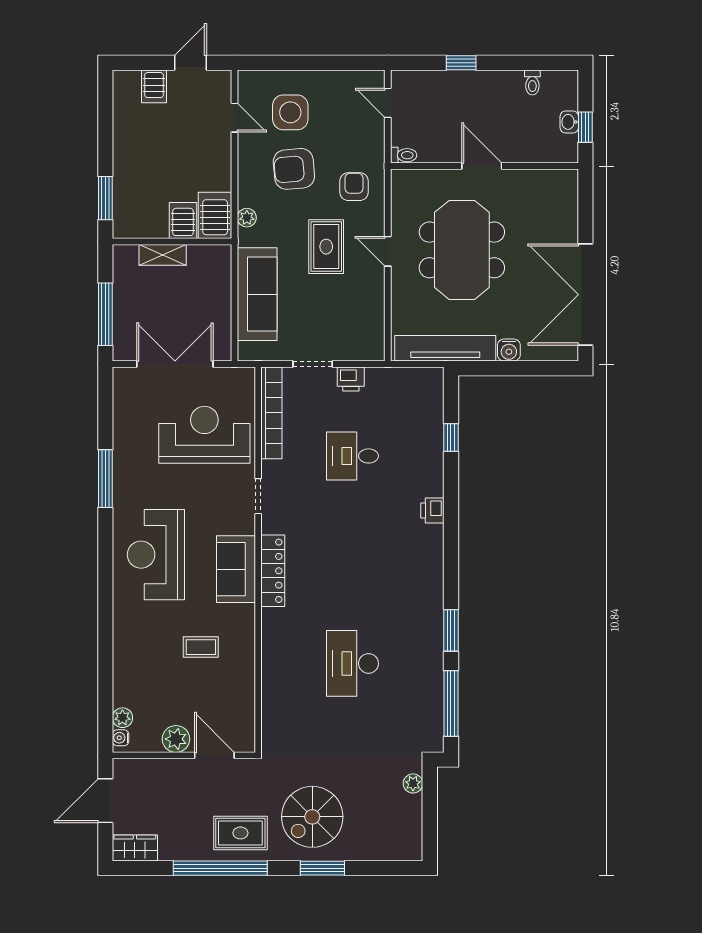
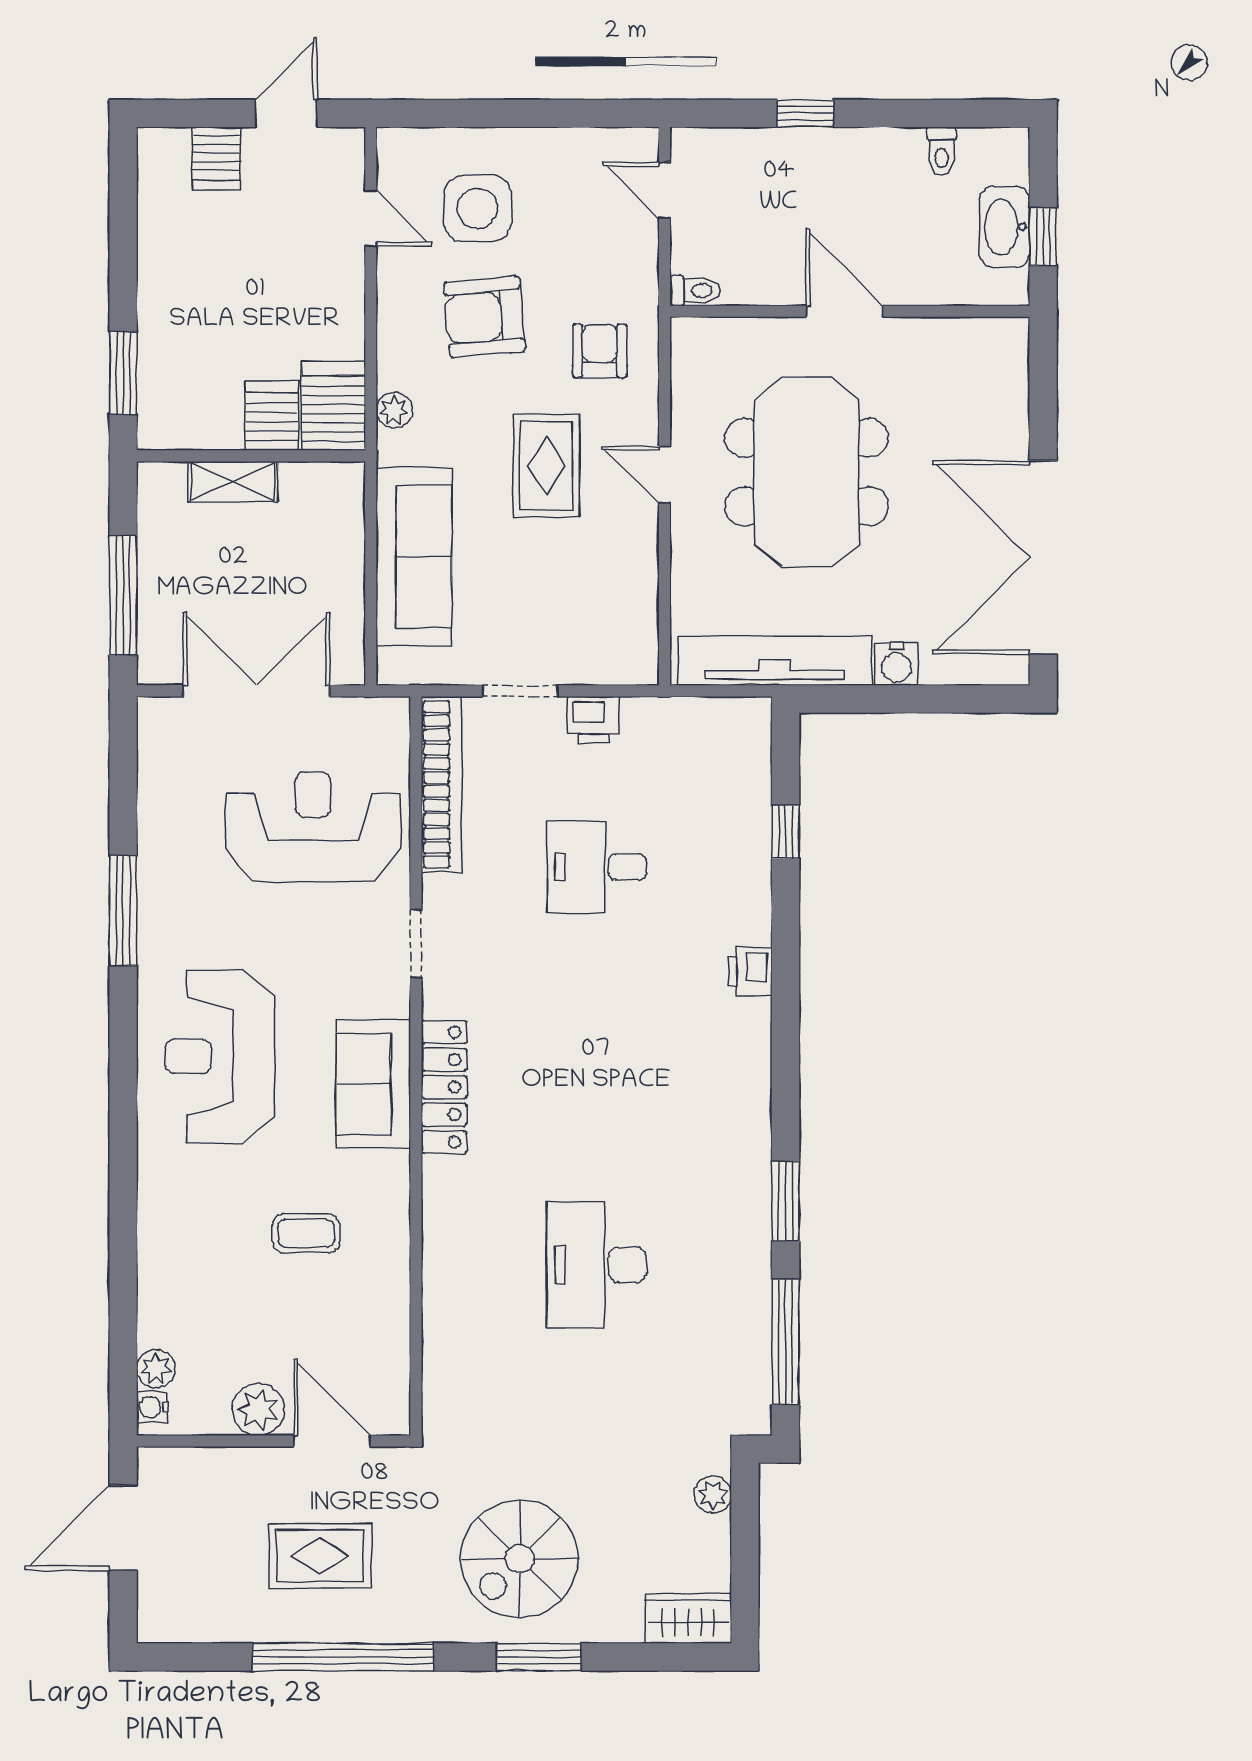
washbasin: (569, 122) -> (1005, 227), width x1.91, depth x1.45
rug: (240, 833) -> (320, 1556), moved
wardrobe: (135, 848) -> (688, 1618), moved

